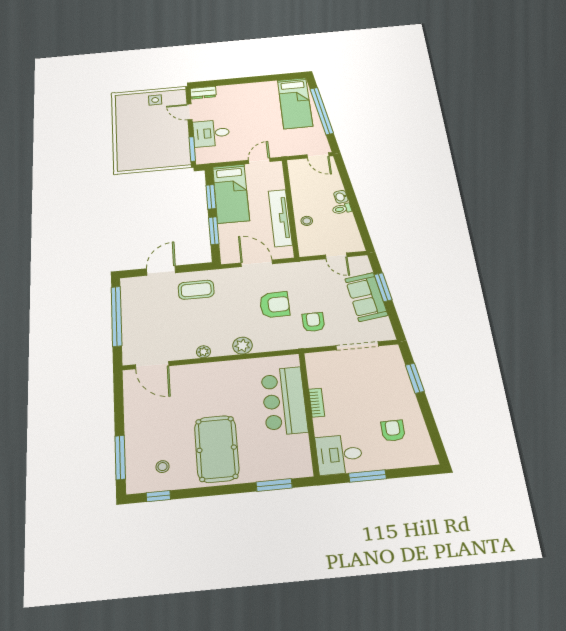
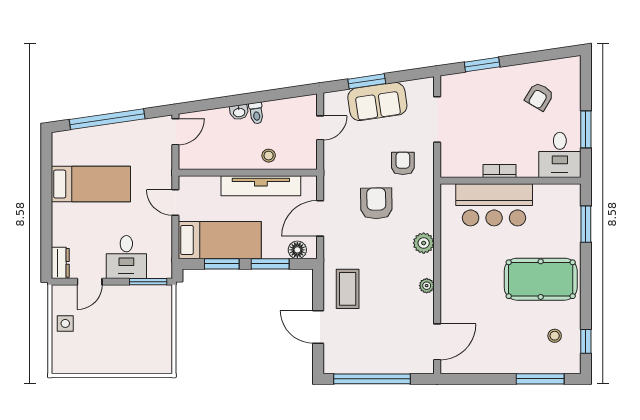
bed: (295, 103) -> (91, 184), moved
floor lamp: (227, 249) -> (297, 250), added
armchair: (313, 322) -> (403, 163), turned 90
armchair: (393, 431) -> (539, 96), turned -59

